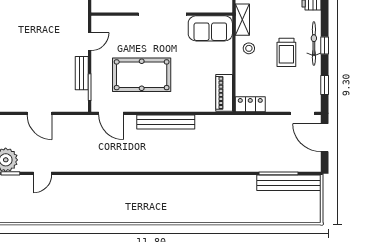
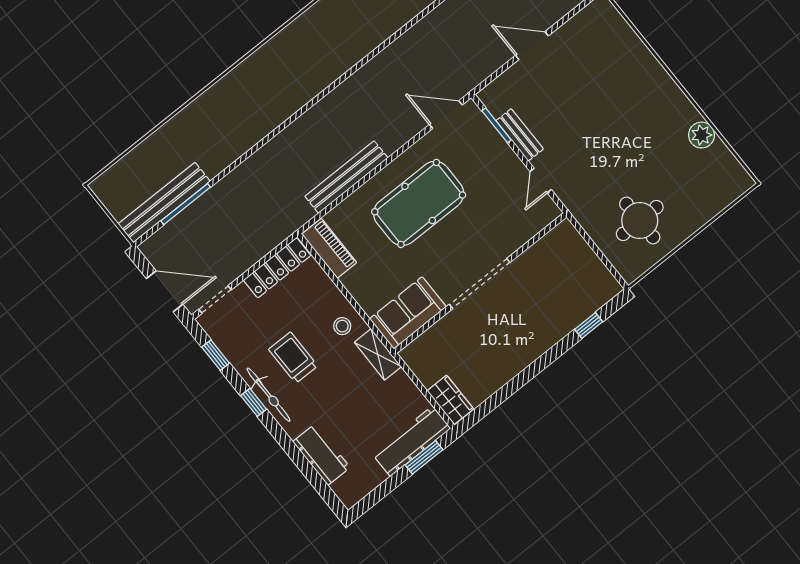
pool table: (142, 75) -> (419, 203), moved
locker: (250, 104) -> (277, 268), width x1.53
bench: (166, 122) -> (346, 177), moved

